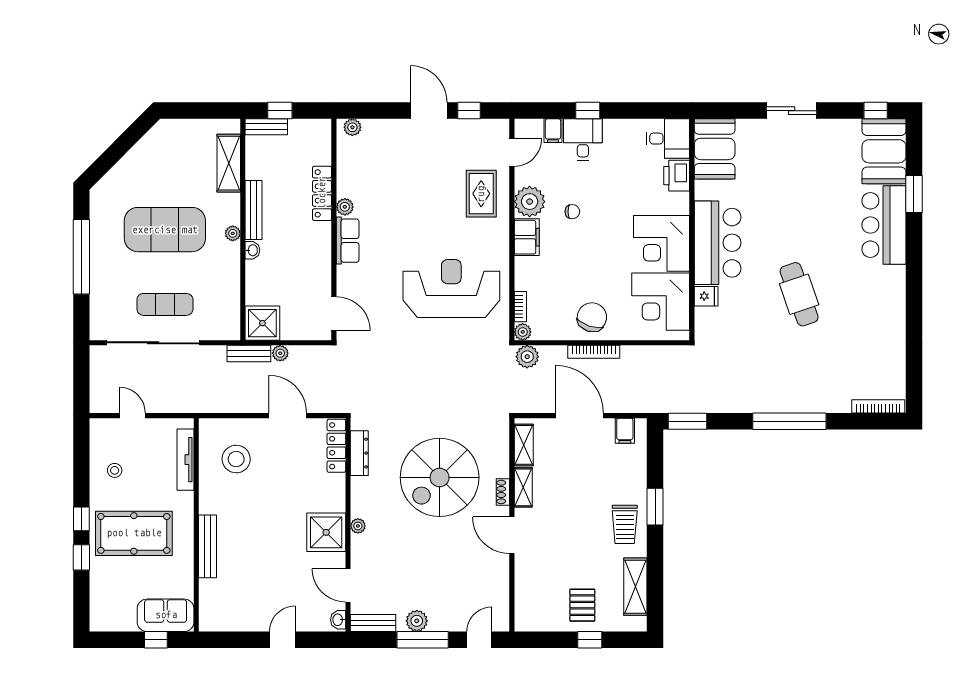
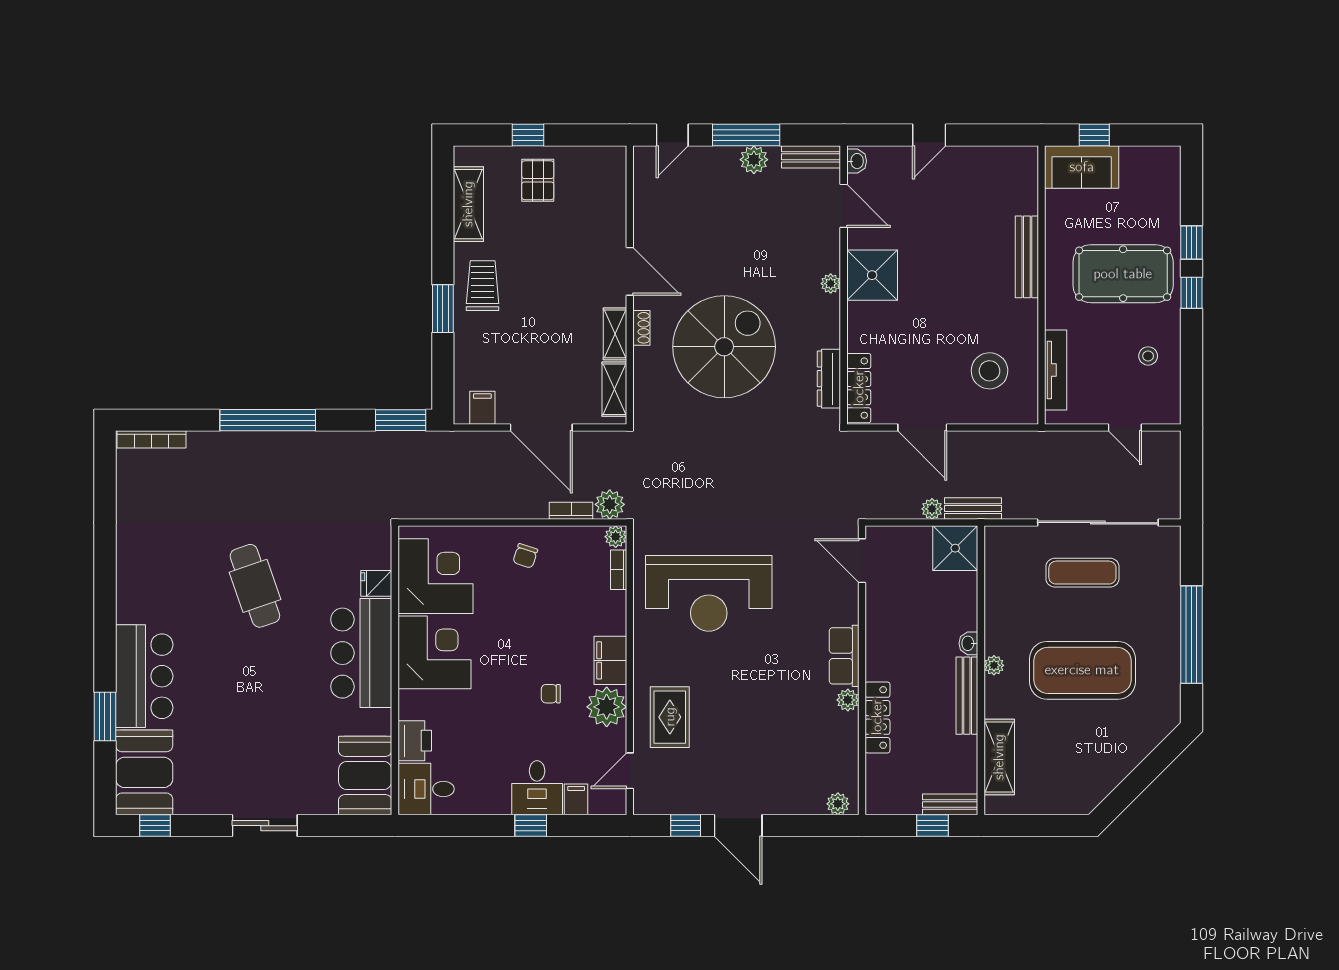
chair: (592, 317) -> (525, 556), width x0.54, depth x0.54
bookcase: (594, 352) -> (571, 511), moved, width x0.64

